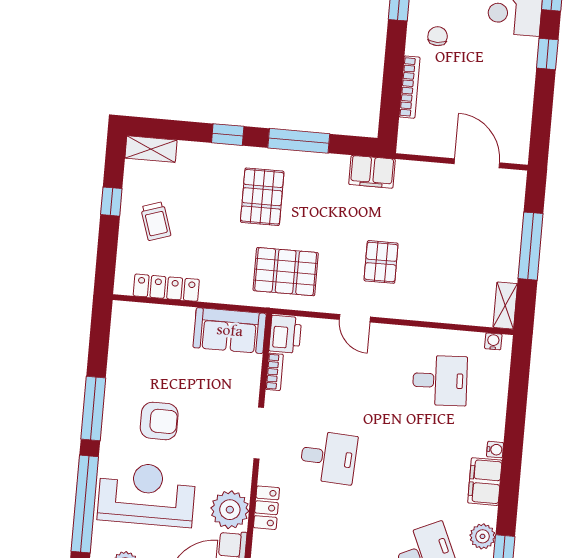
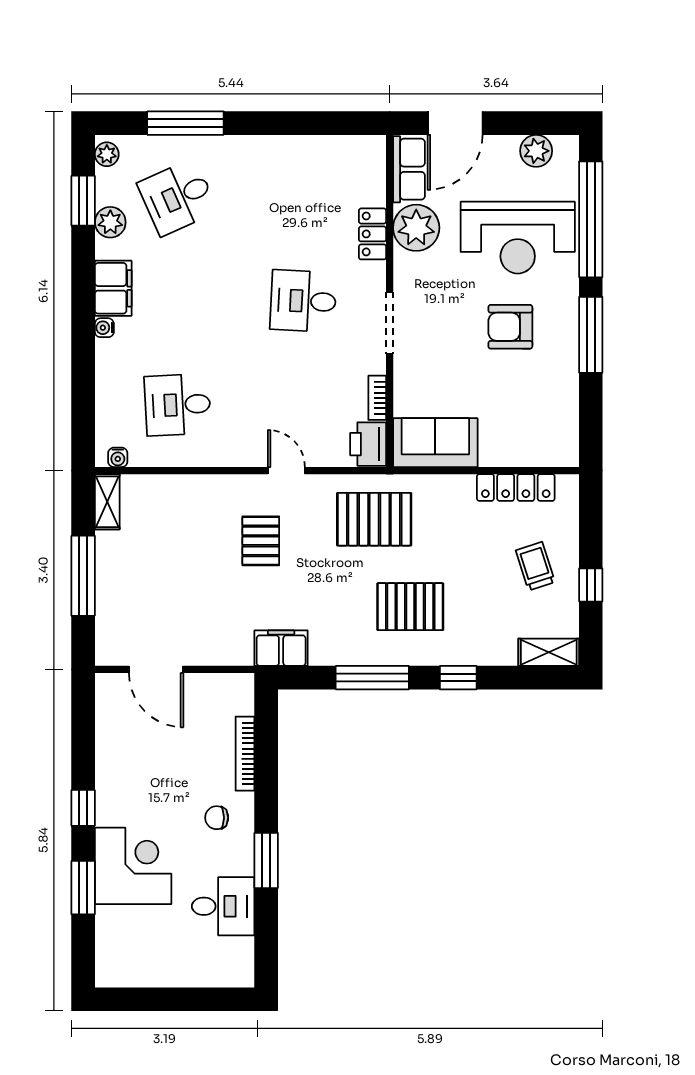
chair: (438, 36) -> (217, 818), turned 90
pallet: (262, 197) -> (410, 607), turned 90

